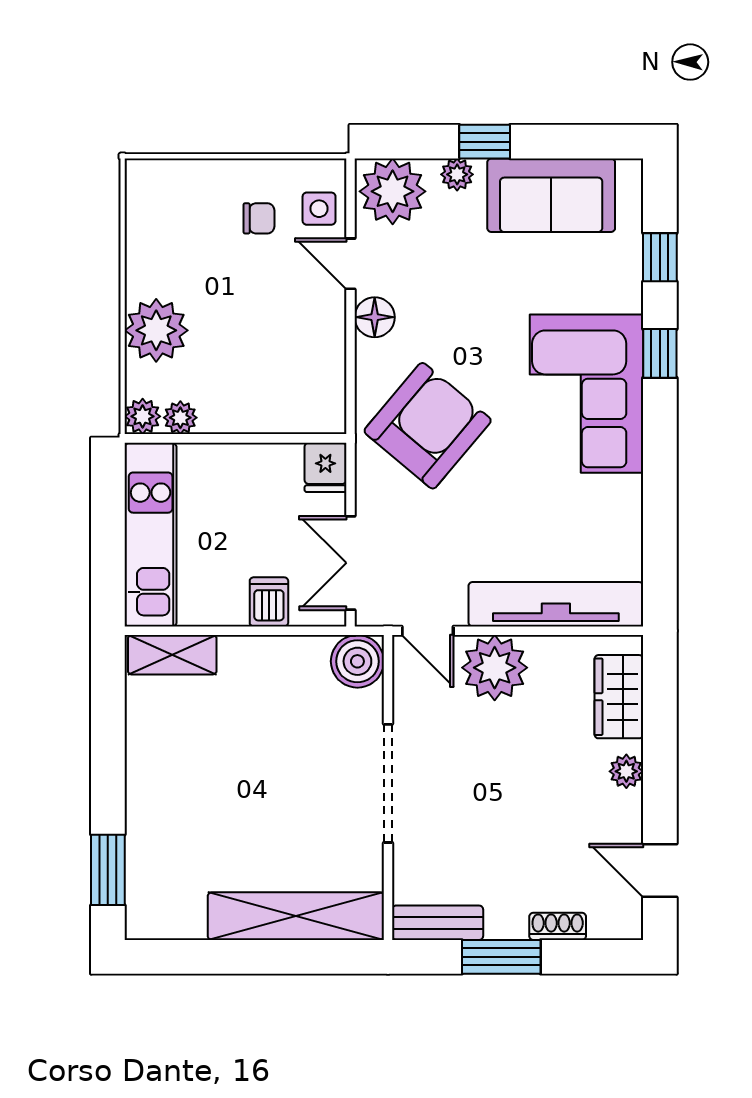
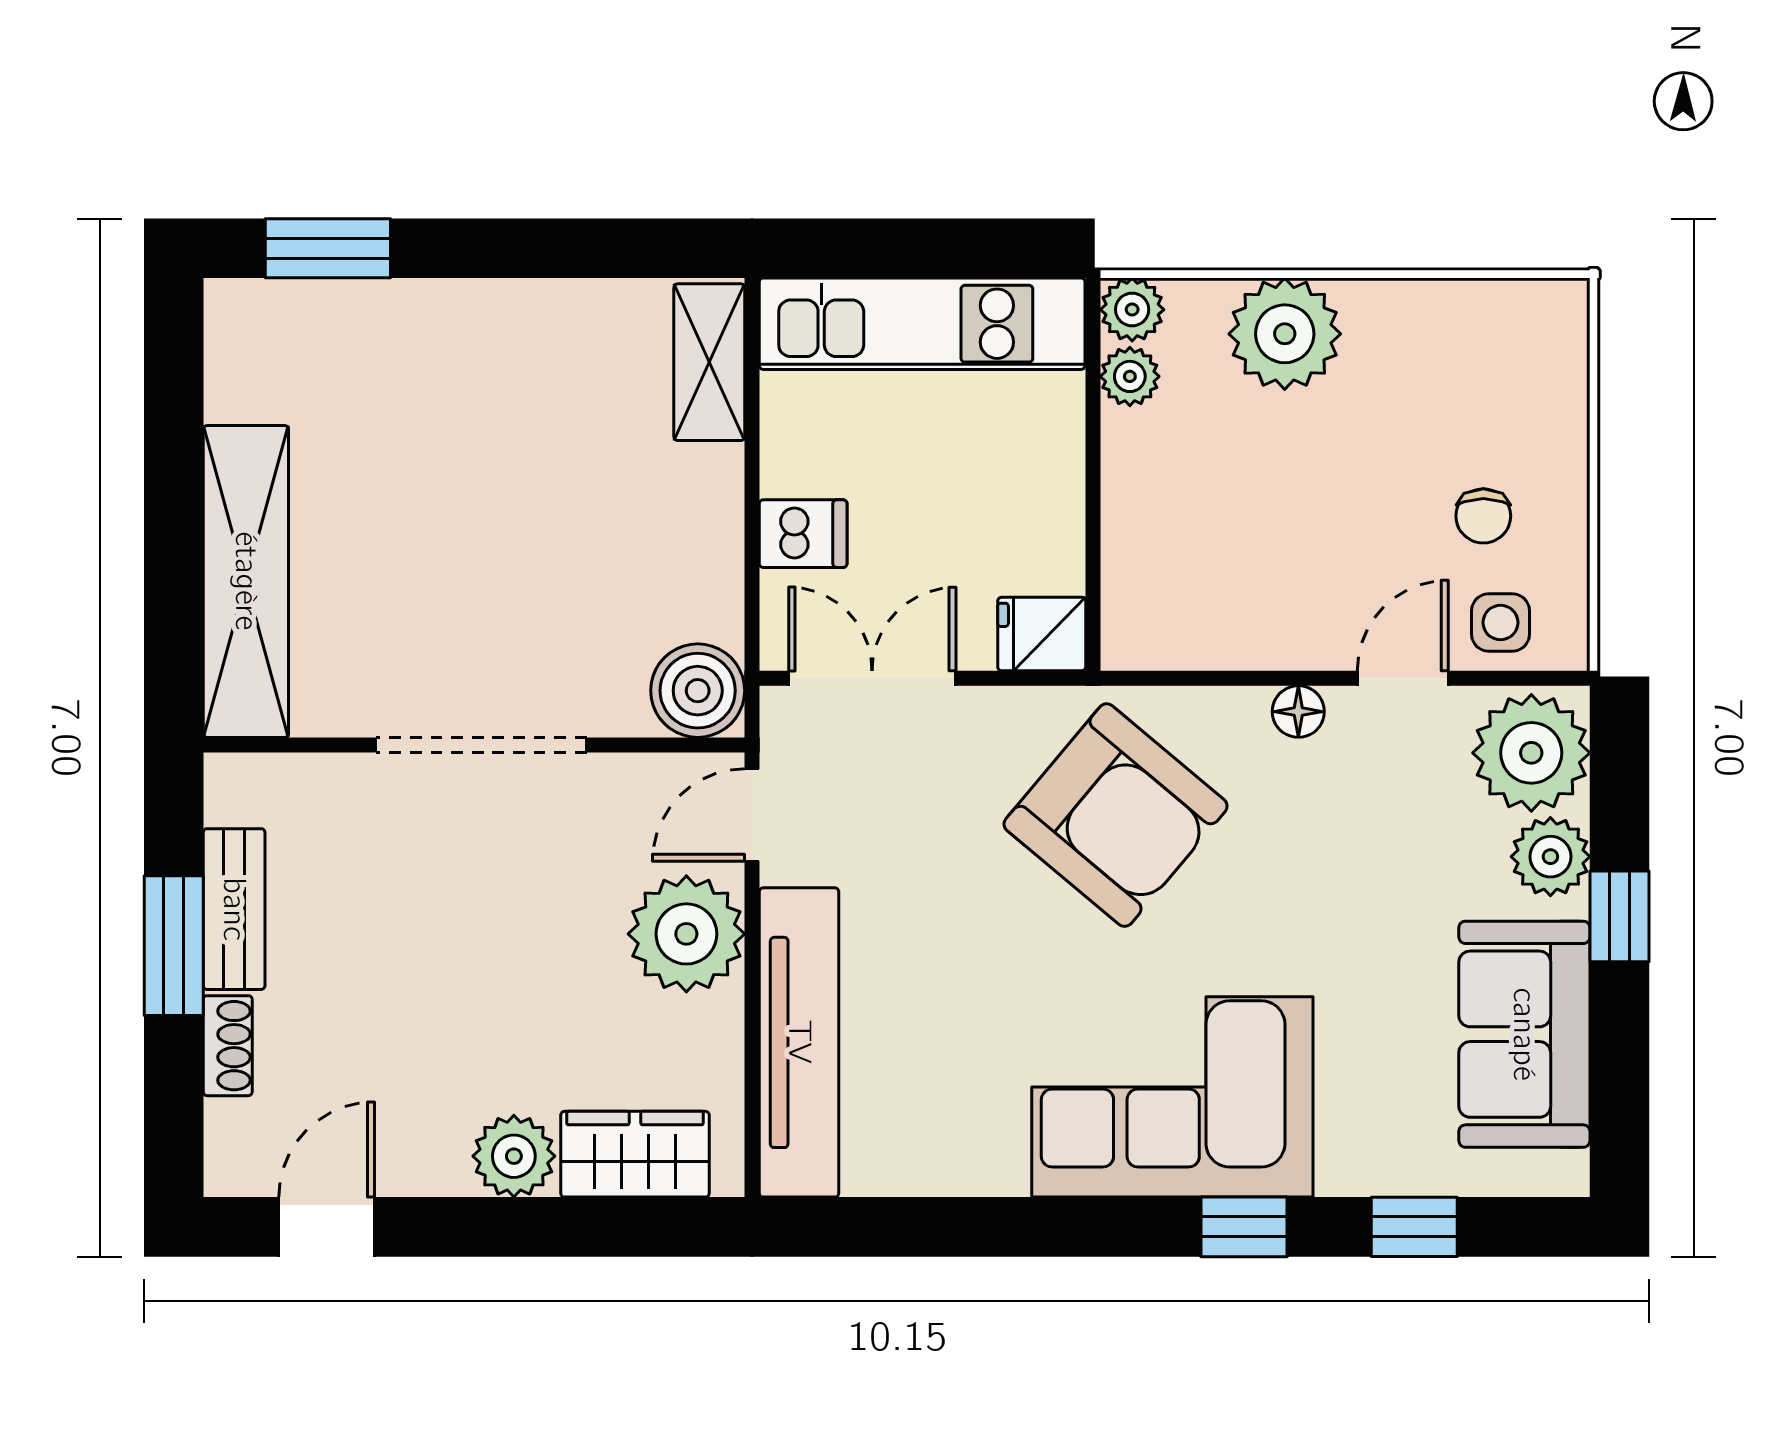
plant: (457, 174) -> (1550, 857), width x1.38, depth x1.38
floor lamp: (375, 317) -> (1298, 712), width x0.73, depth x0.73
plant: (626, 771) -> (514, 1156), width x1.38, depth x1.38
bench: (438, 923) -> (234, 909), moved

